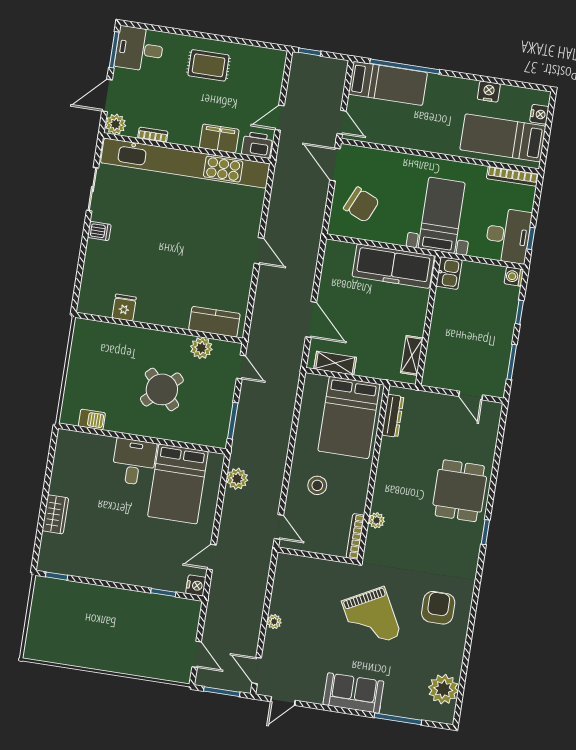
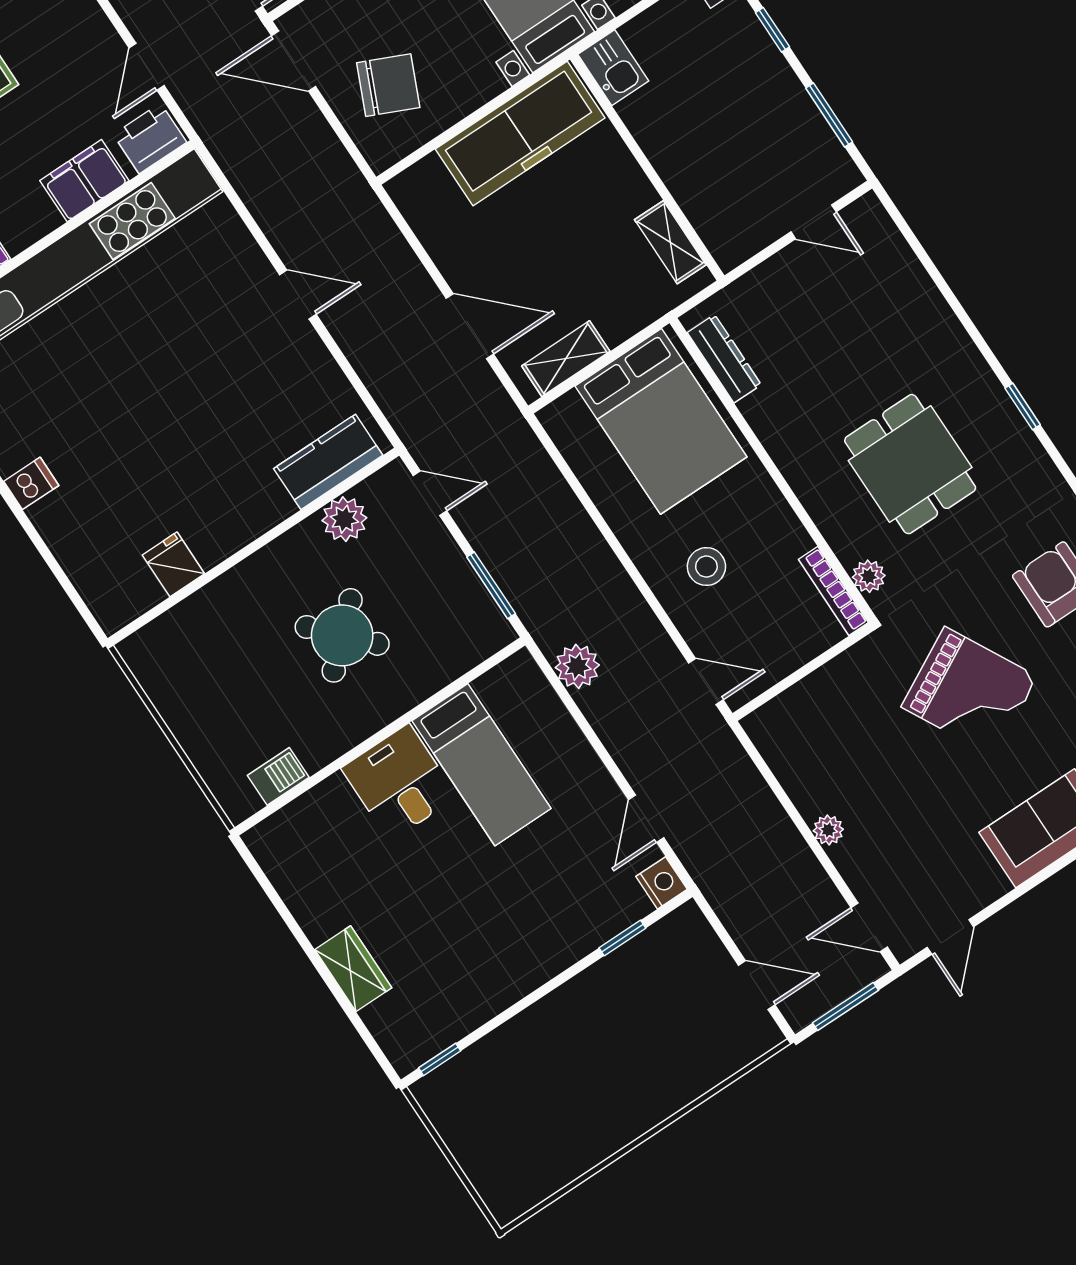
bed: (178, 484) -> (481, 765), width x0.67
dining table: (460, 491) -> (910, 464), moved
plant: (376, 520) -> (869, 576), moved

